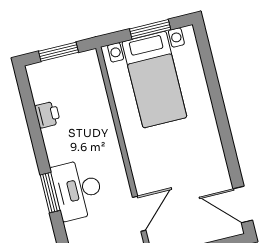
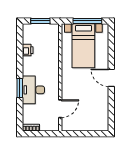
window: (150, 29) -> (87, 21), width x1.44
door: (243, 204) -> (111, 78), moved

